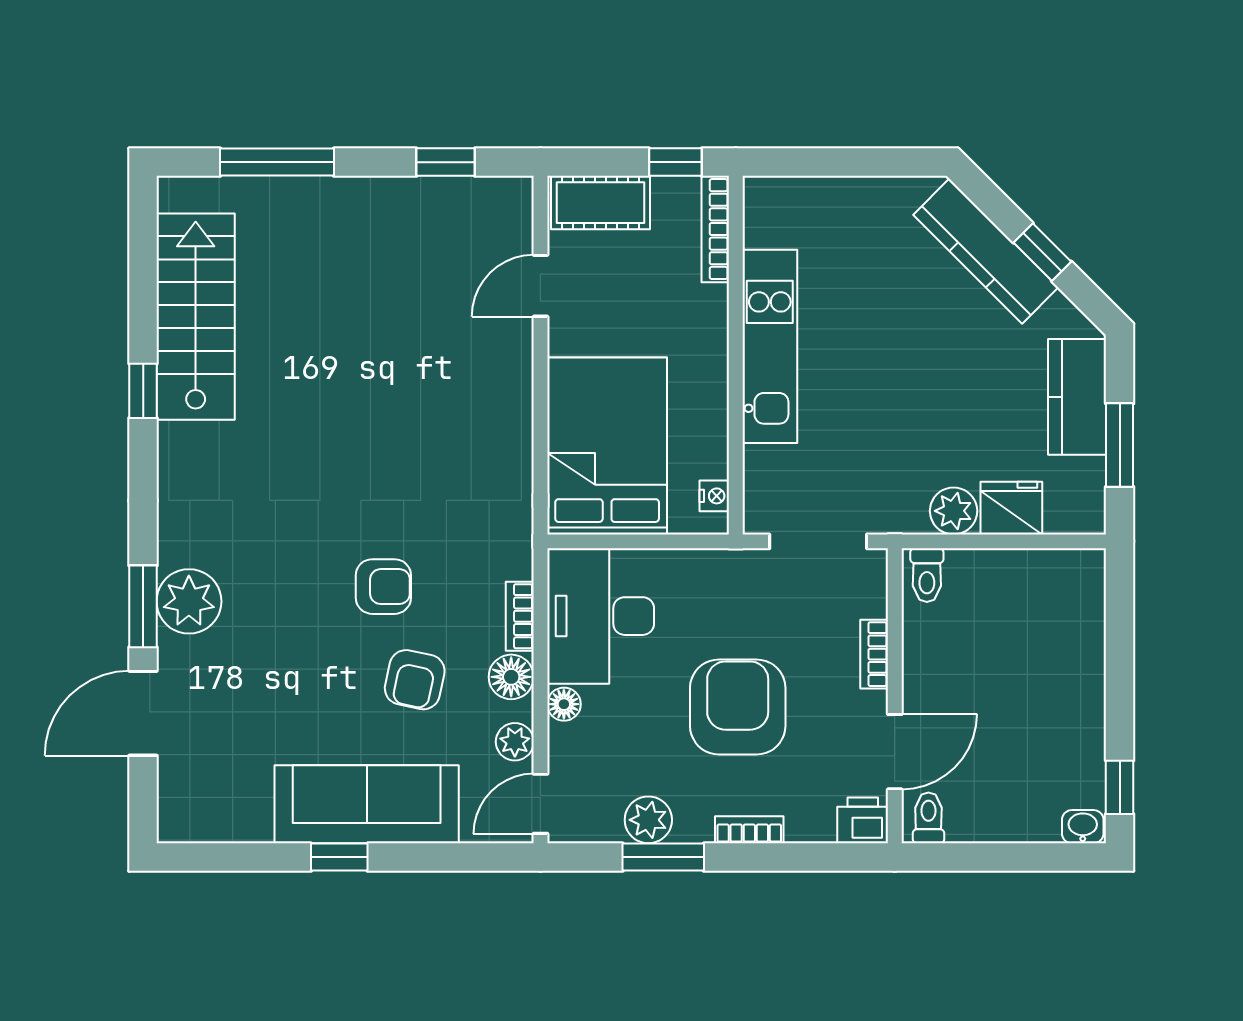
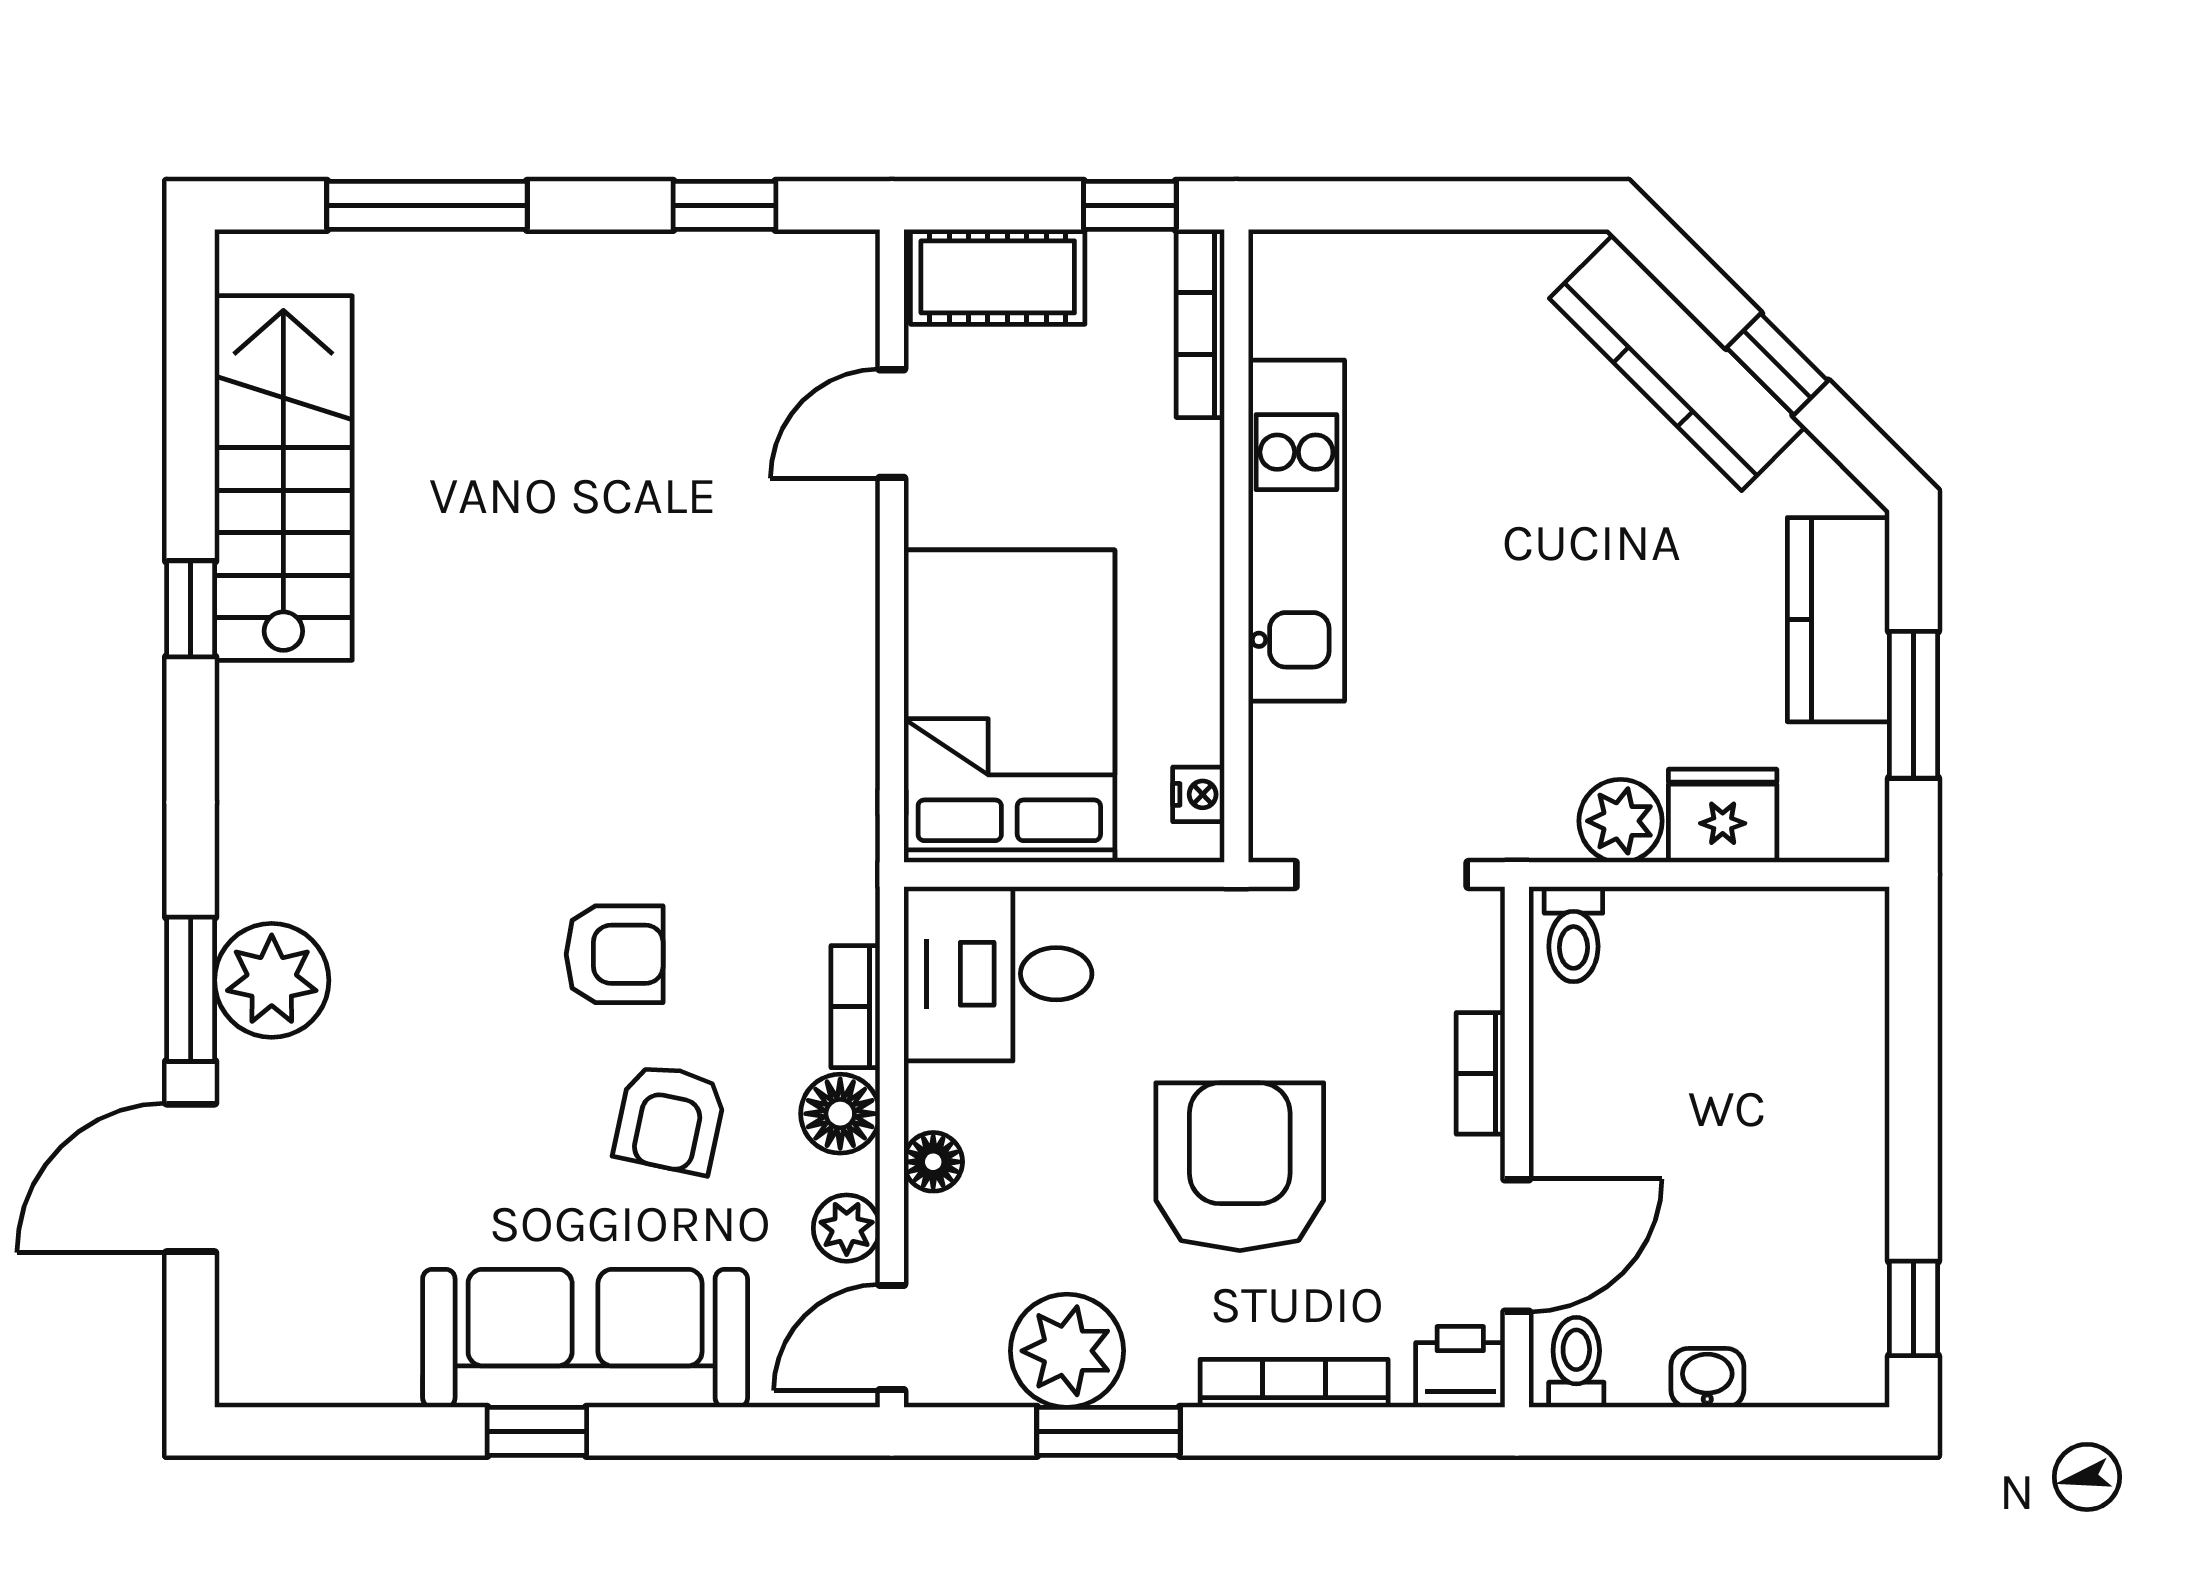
desk: (601, 616) -> (998, 974), width x0.73
plant: (648, 820) -> (1067, 1351), width x1.36, depth x1.36
washbasin: (1083, 827) -> (1707, 1378), moved
bookcase: (749, 830) -> (1294, 1383), width x1.56

